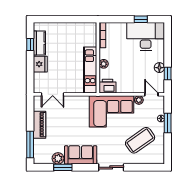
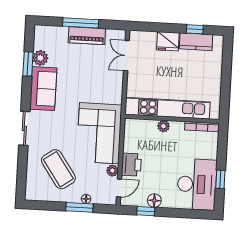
kitchen unit: (90, 70) -> (167, 108), width x1.36
printer: (108, 86) -> (131, 165), moved
window: (30, 144) -> (81, 23), moved

